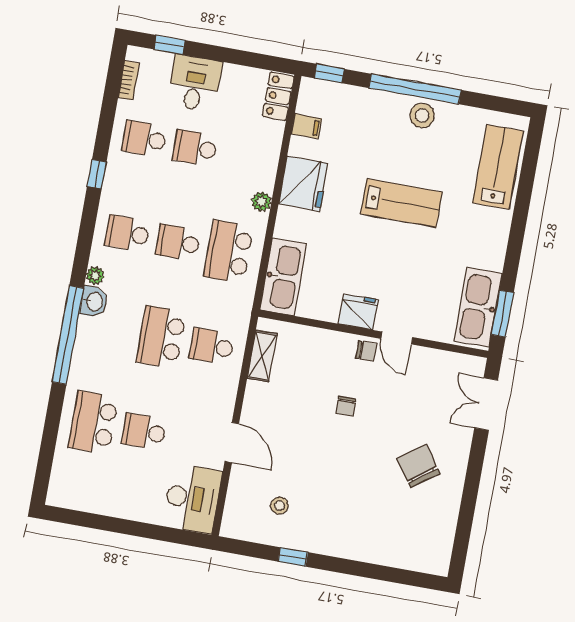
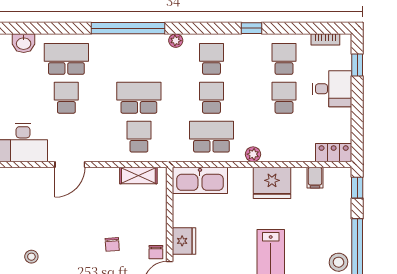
washbasin: (94, 302) -> (24, 43), moved
chair: (346, 406) -> (112, 244), turned -94
stool: (279, 506) -> (31, 257), moved

